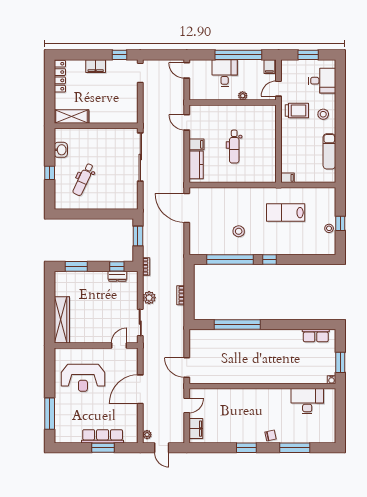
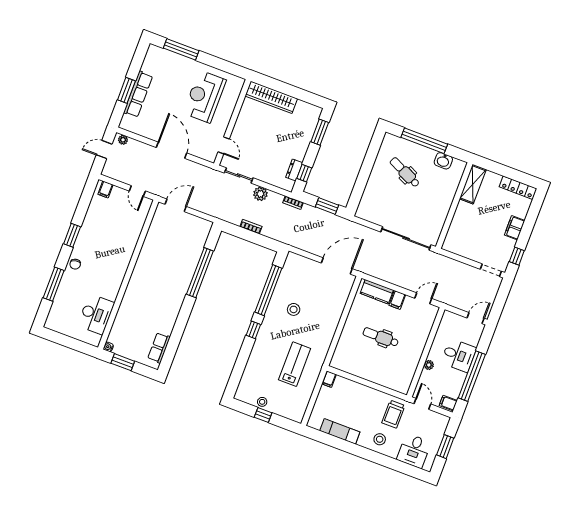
window: (50, 173) -> (424, 141), width x3.17
filing cabinet: (196, 429) -> (105, 189), width x0.50

